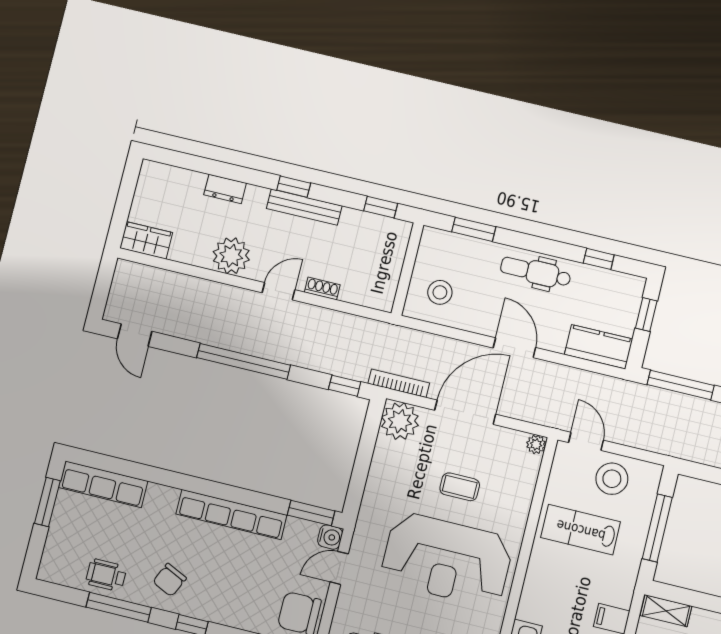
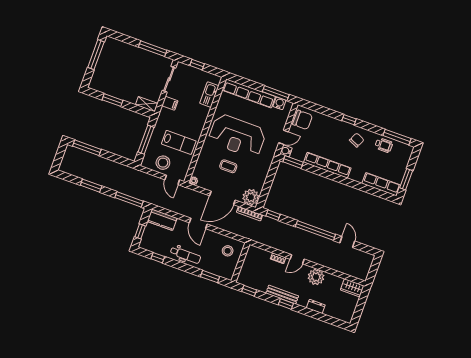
door: (135, 335) -> (347, 242), moved
reception desk: (447, 560) -> (237, 136), turned 180
window: (119, 607) -> (397, 137), moved

